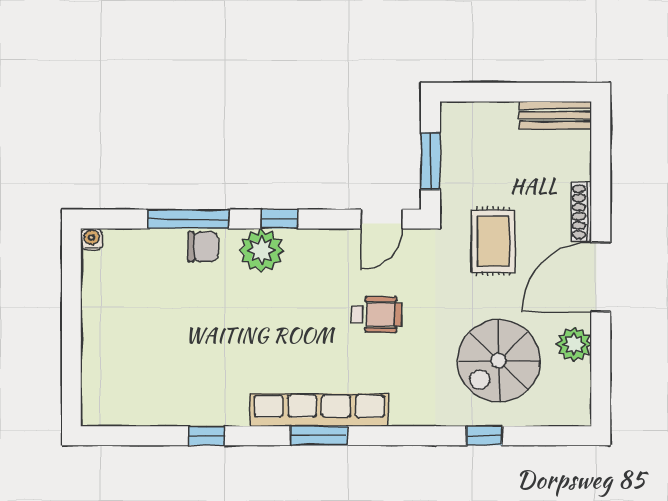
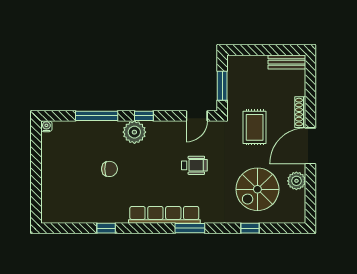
chair: (203, 247) -> (109, 169), moved
window: (319, 436) -> (190, 228), moved

